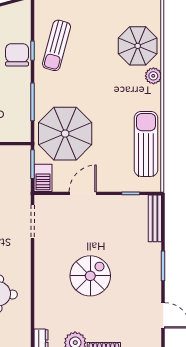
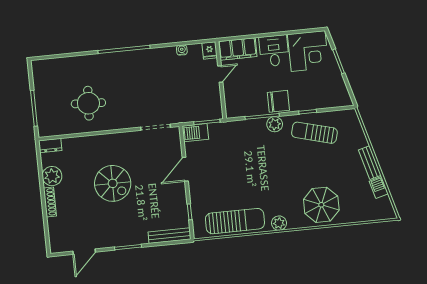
chair: (17, 55) -> (278, 101), moved
plant: (153, 76) -> (279, 223), moved
plant: (43, 89) -> (275, 124), added
parasol: (65, 134) -> (237, 148), removed
door: (83, 193) -> (185, 169), swing flipped

